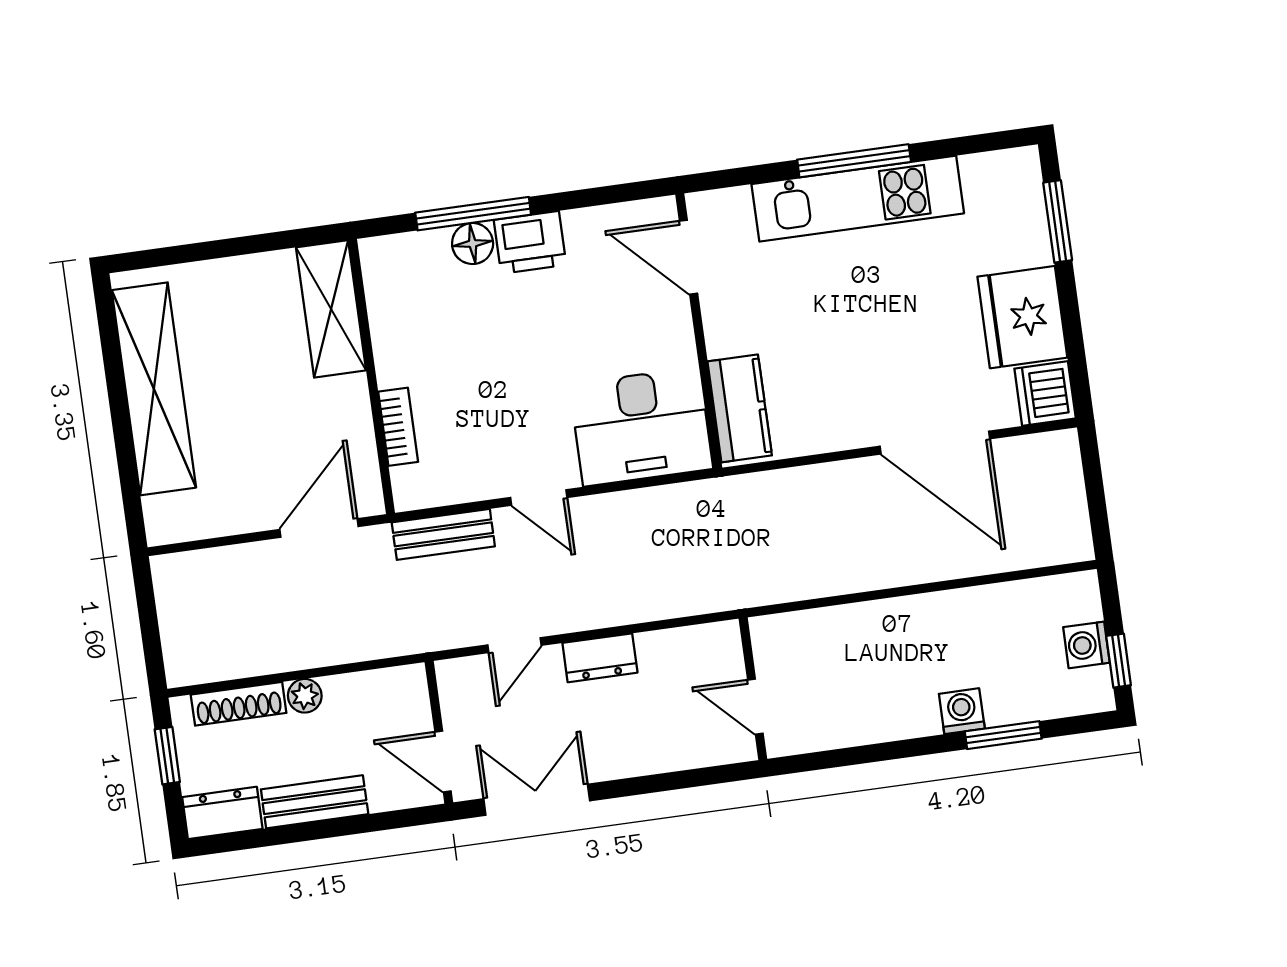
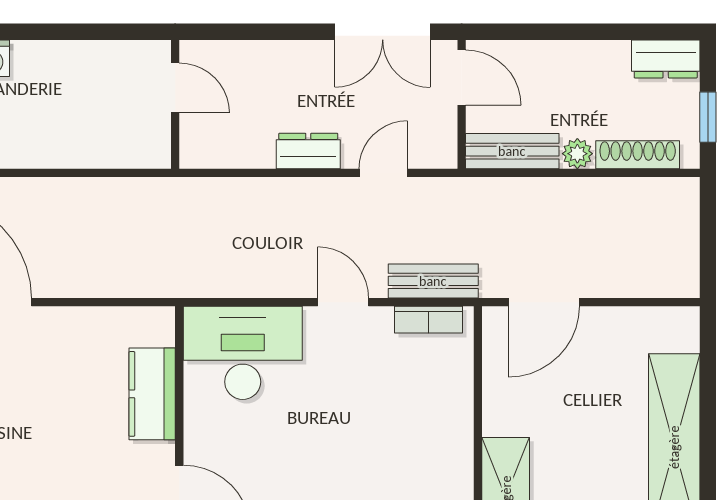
kitchen counter: (740, 408) -> (152, 394), moved
bookcase: (398, 427) -> (428, 320), moved, turned -90
bench: (315, 802) -> (512, 151), moved

